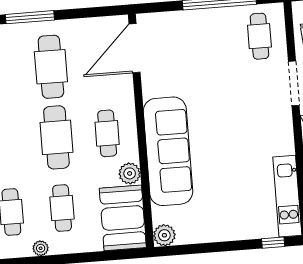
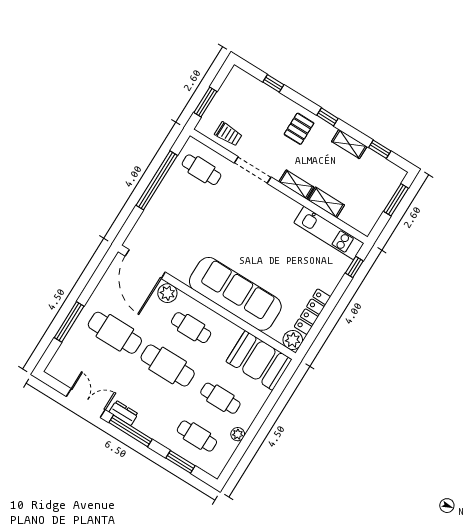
plant: (130, 173) -> (167, 293), moved
locker: (204, 234) -> (312, 312), added

